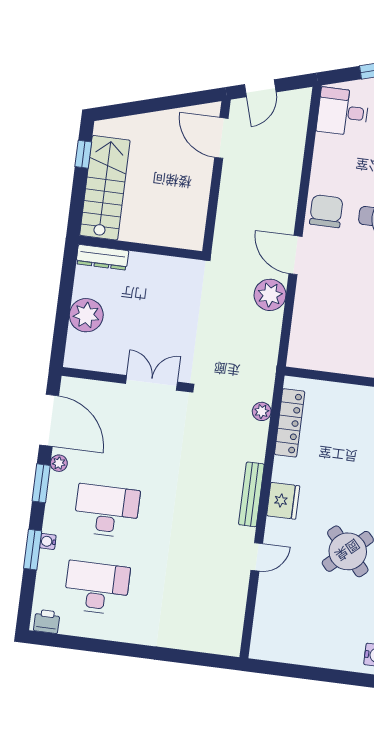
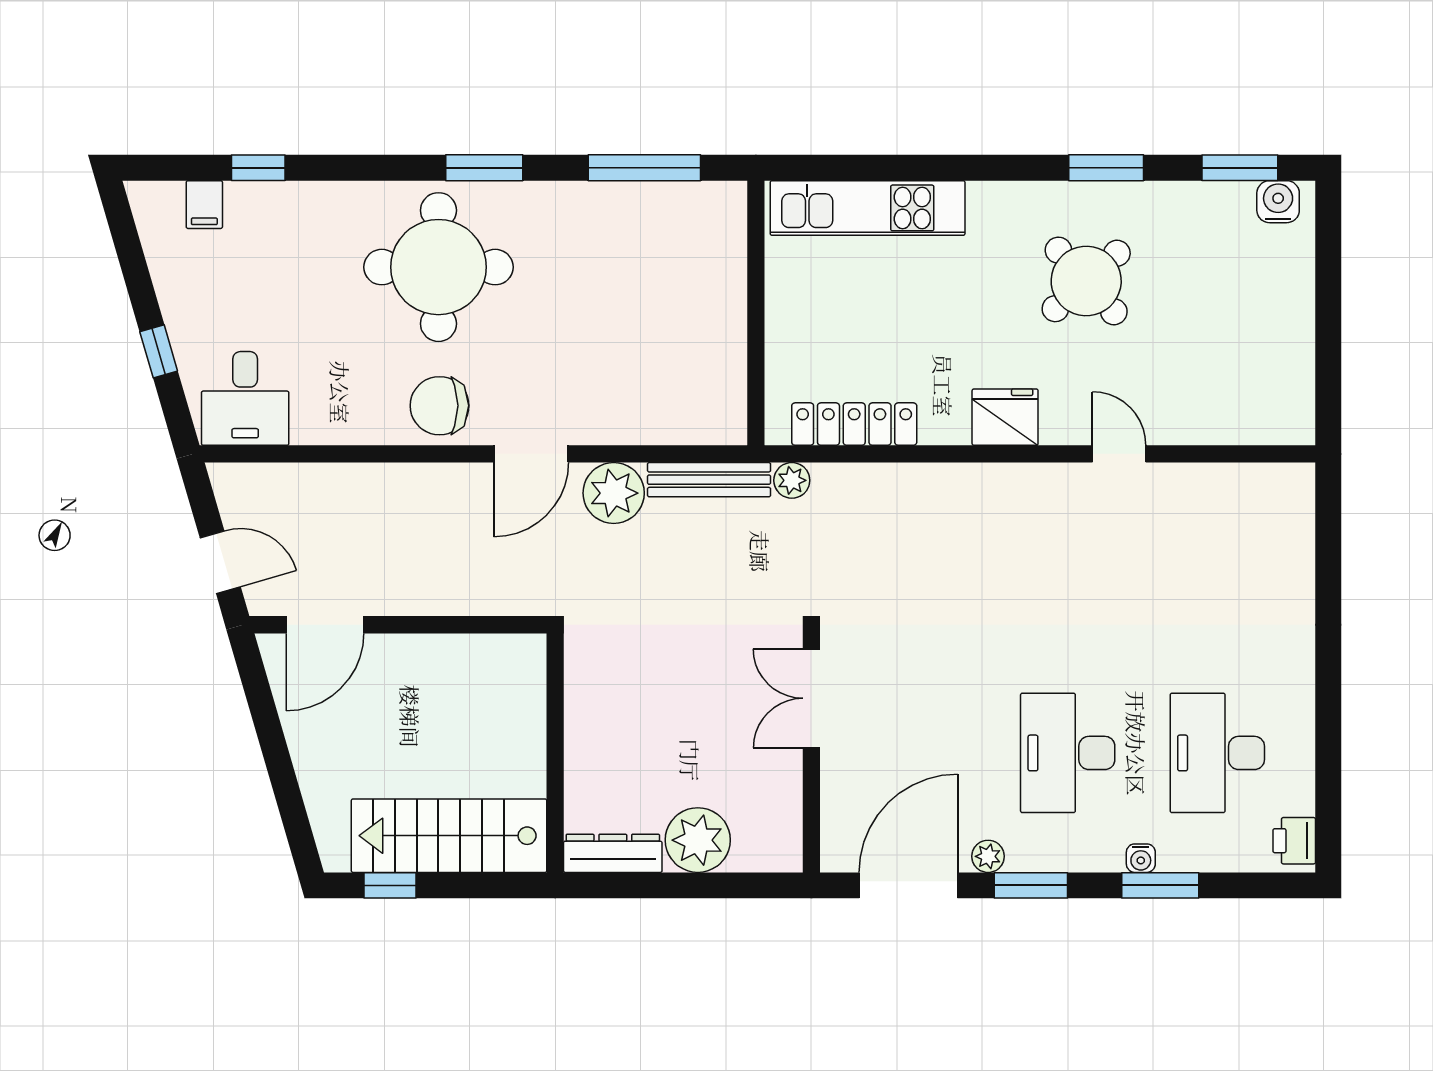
dresser: (102, 257) -> (613, 853), moved, turned -90
plant: (262, 411) -> (792, 480), moved
bench: (251, 494) -> (709, 480), moved

